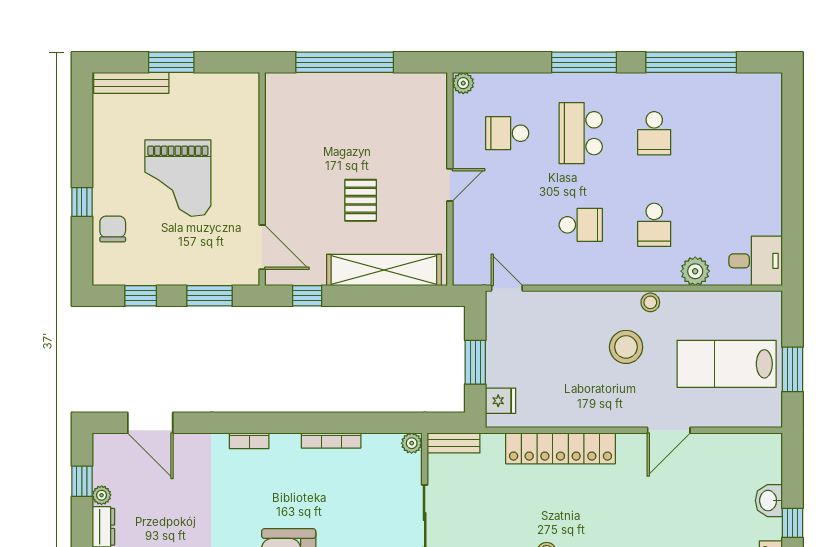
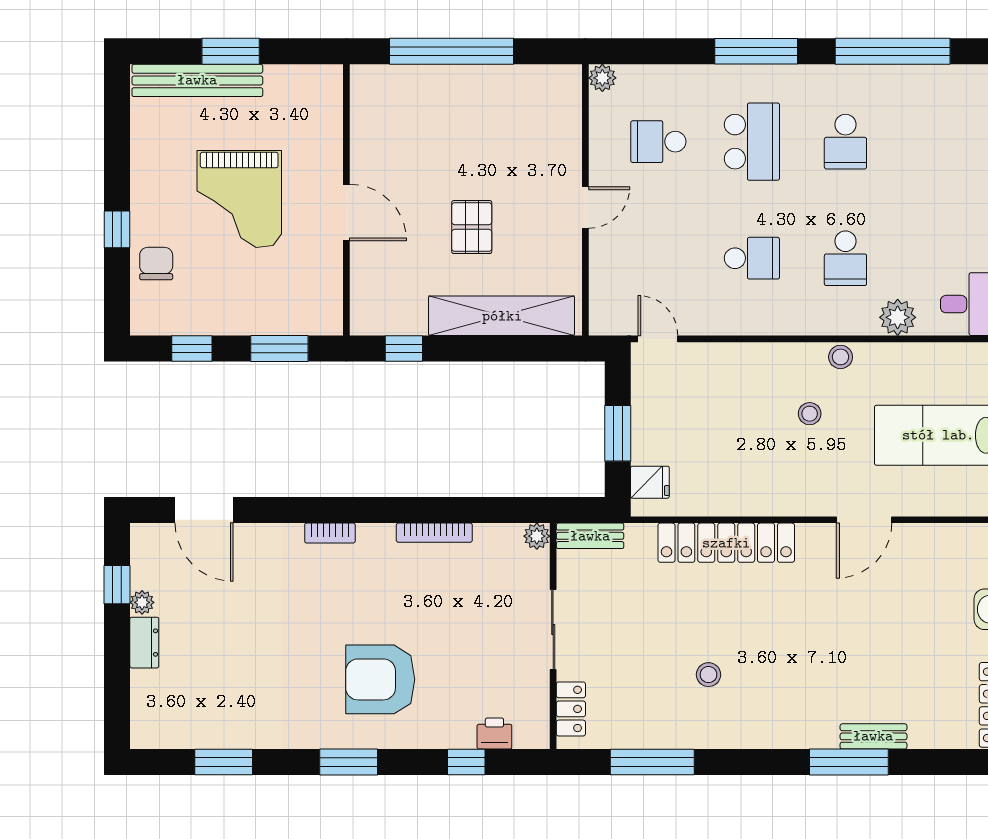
bench: (131, 83) -> (197, 80), width x1.37, depth x1.21
school desk: (581, 133) -> (752, 142), turned 180
door: (262, 247) -> (346, 212), moved
stool: (626, 347) -> (810, 414), width x0.53, depth x0.53

